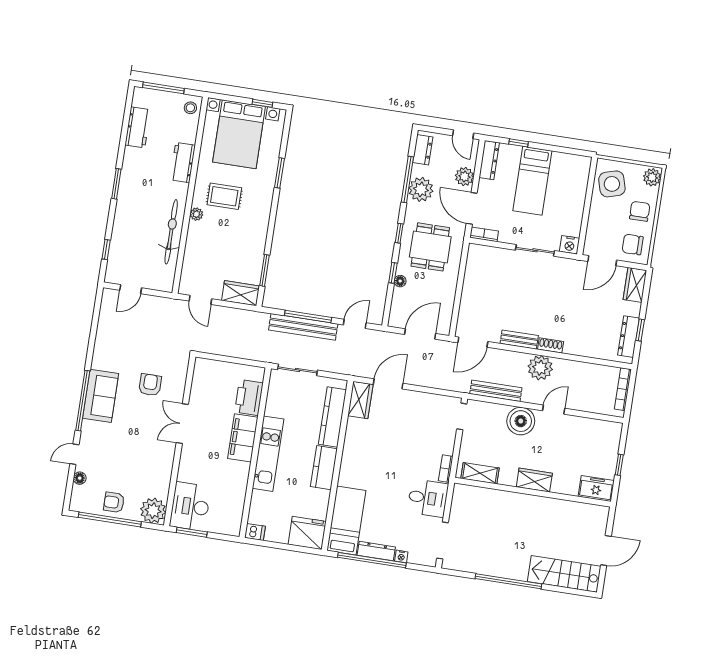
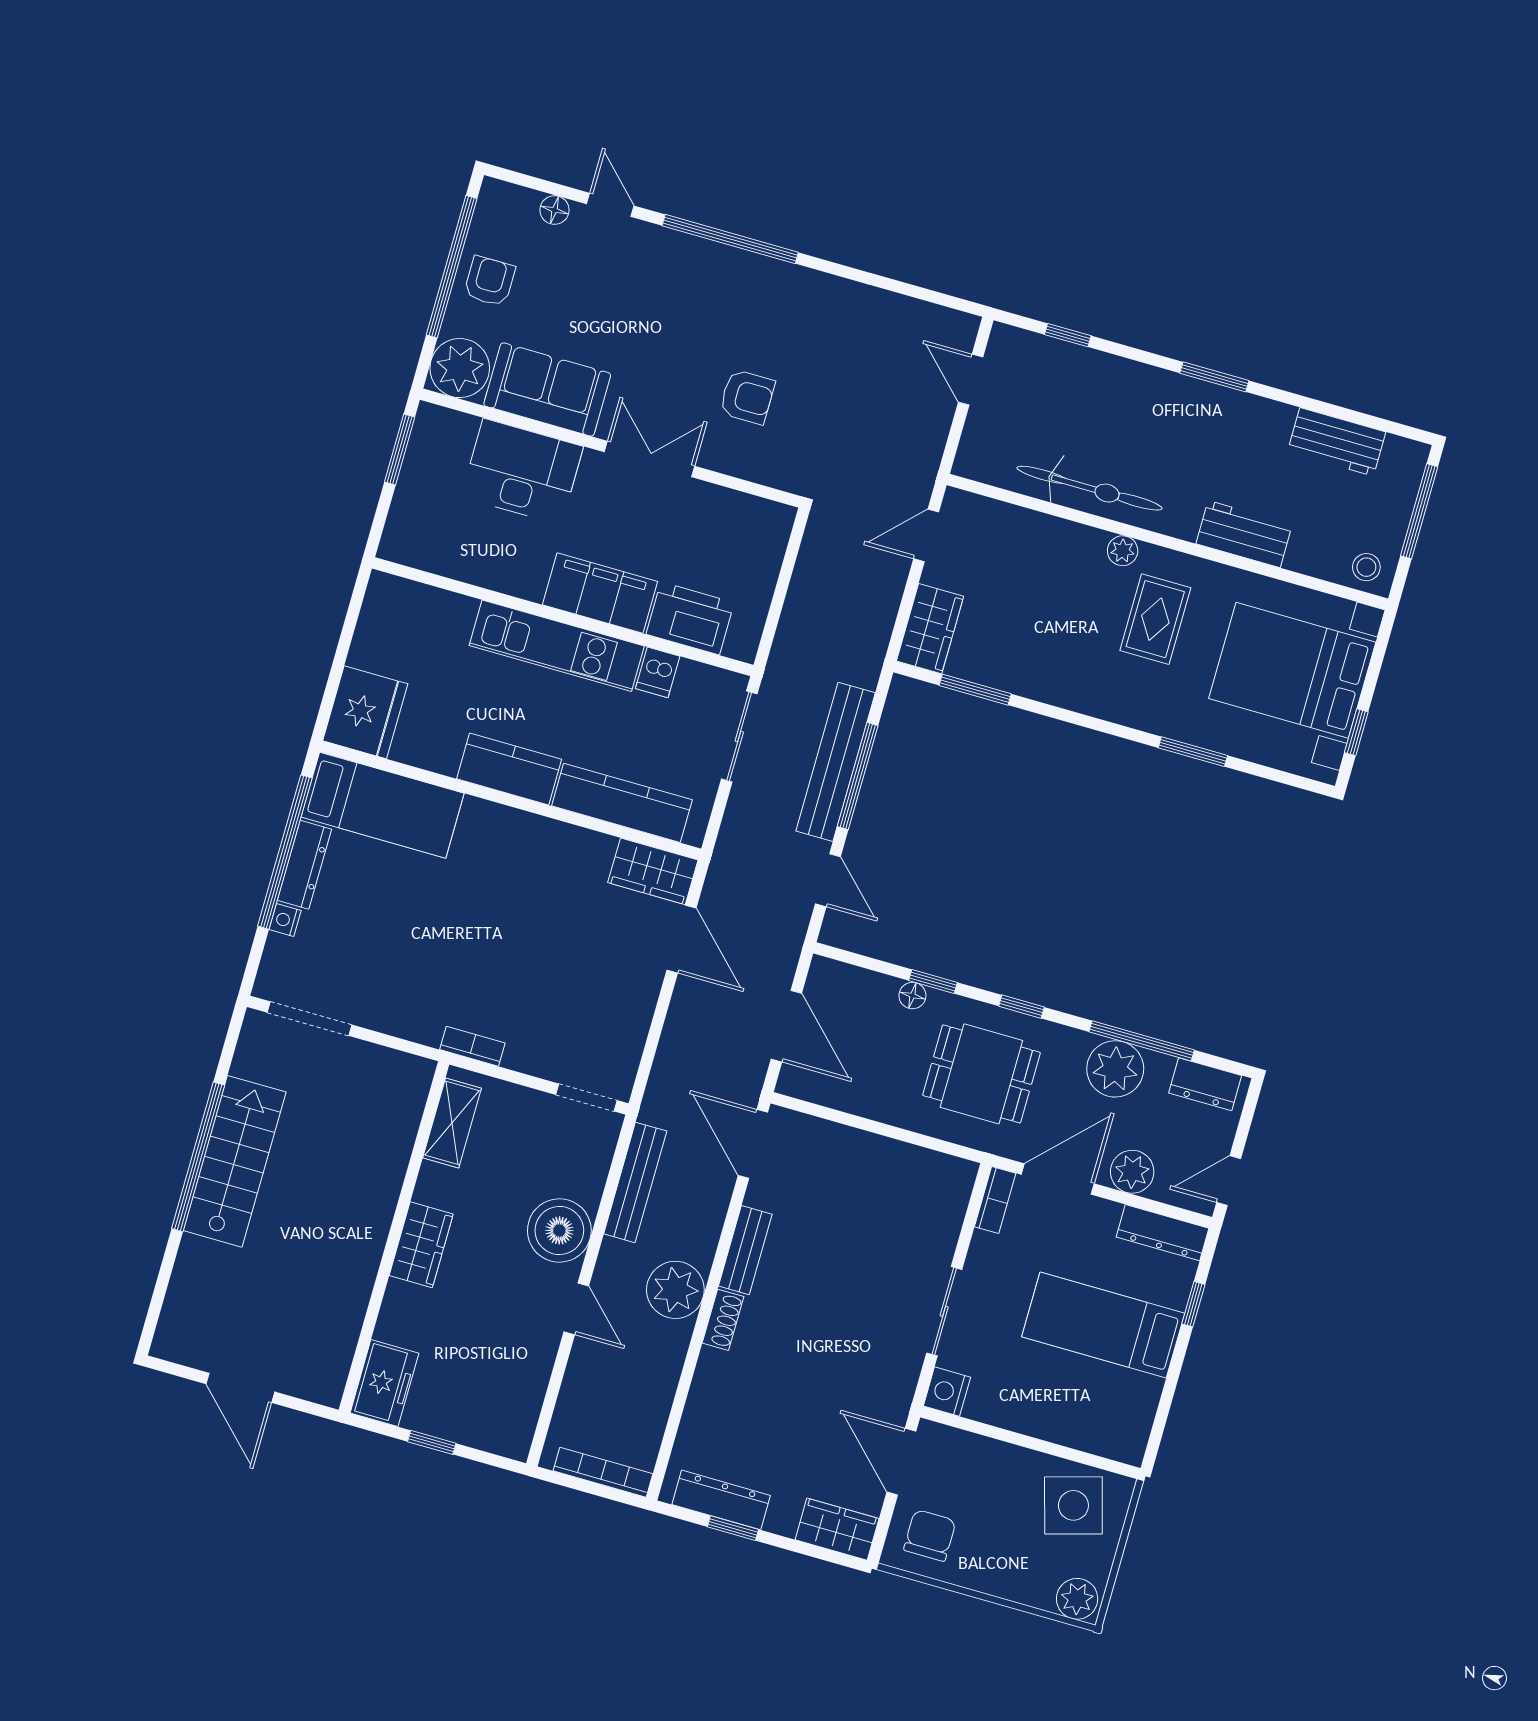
chair: (640, 211) -> (1003, 1561), removed
sofa: (101, 396) -> (547, 389), moved, turned 180
desk: (428, 498) -> (410, 997), removed
desk: (190, 506) -> (522, 472), moved
dishwasher: (255, 532) -> (658, 672), moved
stairs: (564, 574) -> (235, 1161), moved

